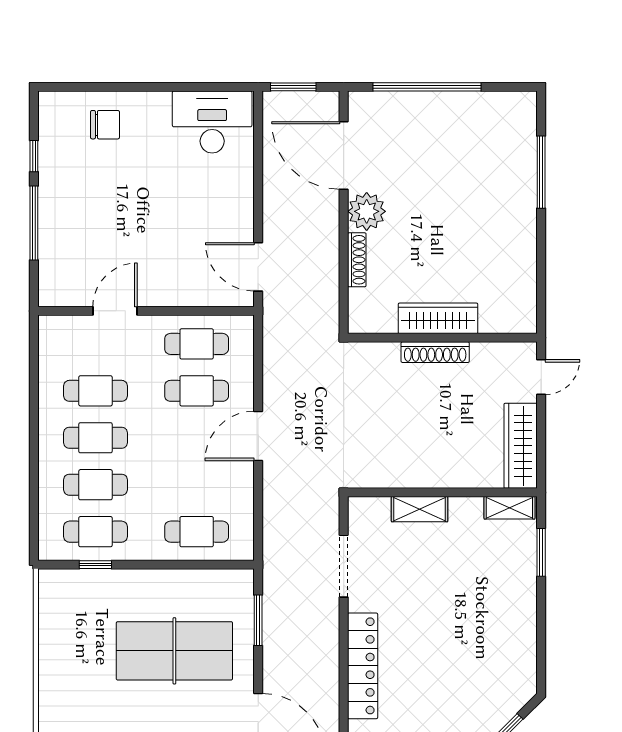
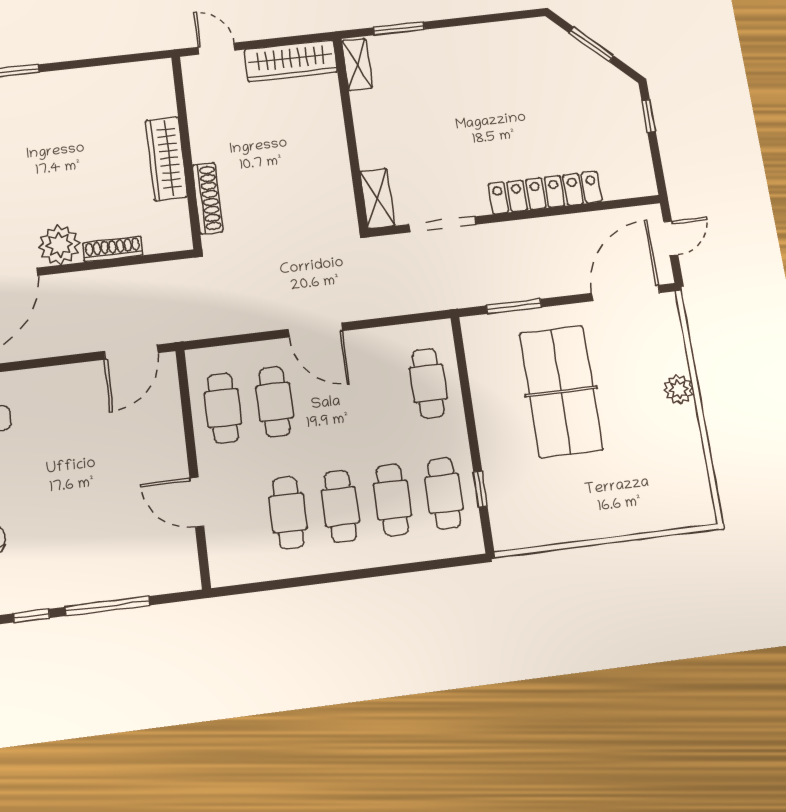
shoe rack: (435, 352) -> (208, 198), moved
shelving: (420, 509) -> (377, 198), moved

